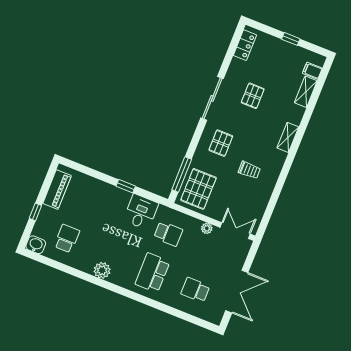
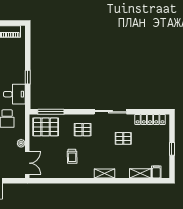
locker: (245, 45) -> (150, 119), width x1.53

